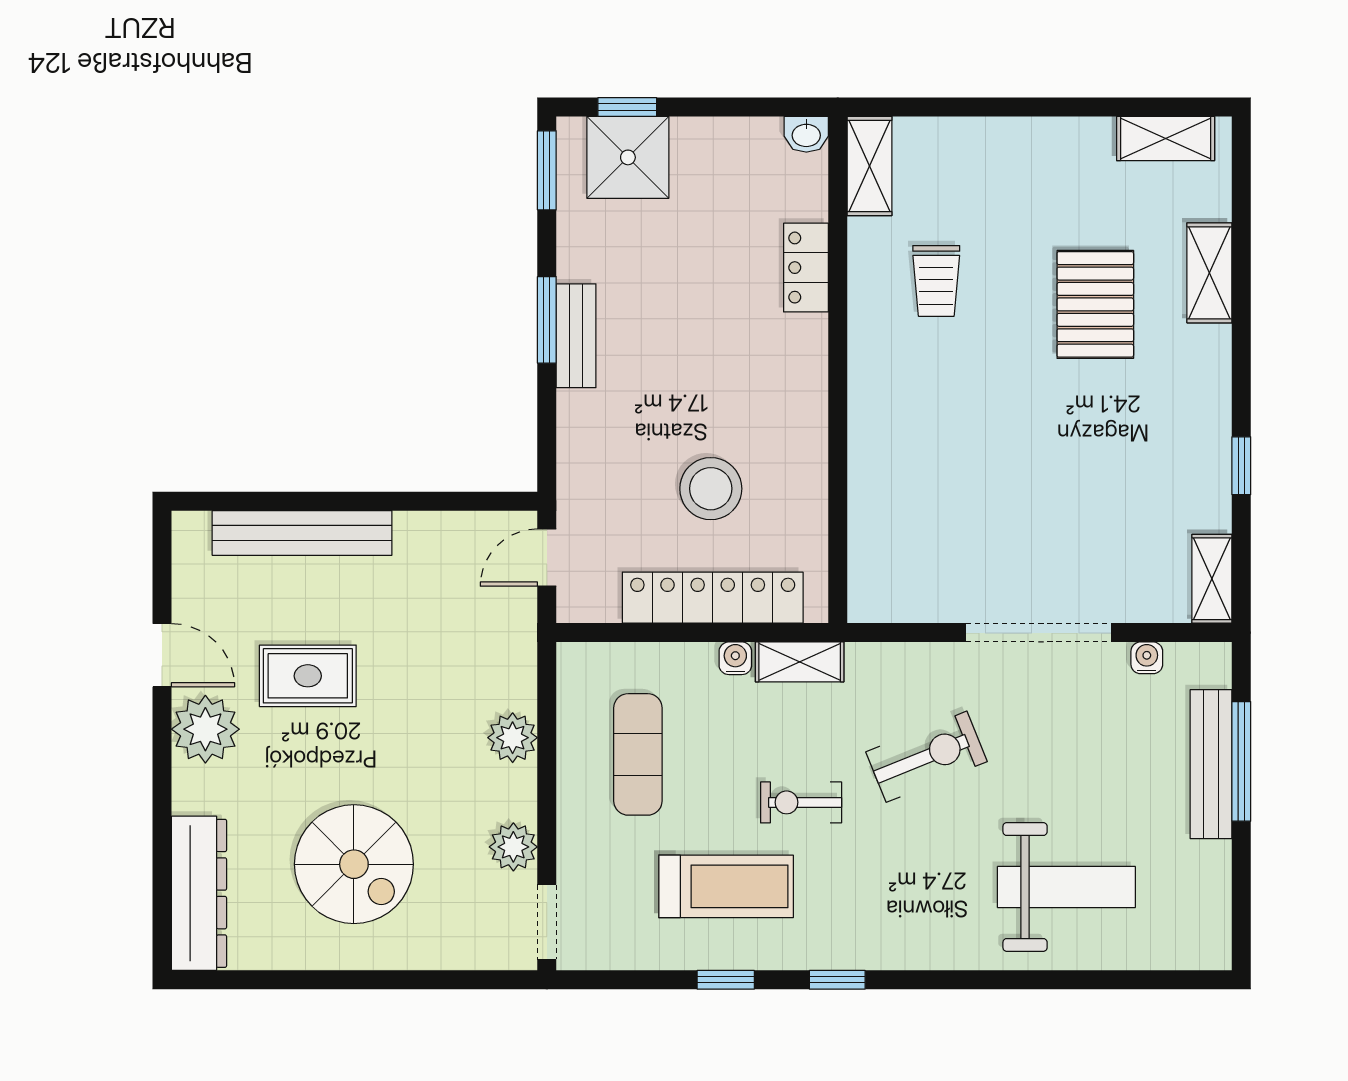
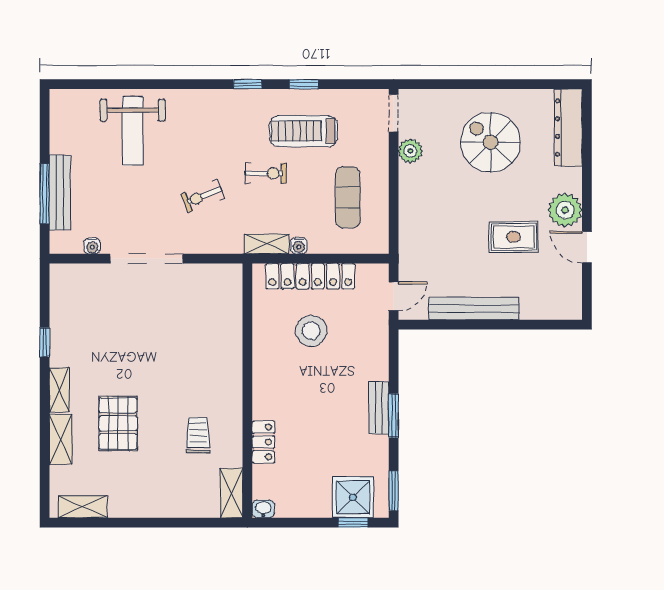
bench: (302, 533) -> (474, 309), moved
shelving: (1212, 579) -> (59, 390), moved
plant: (513, 738) -> (411, 206), removed
exercise bike: (927, 757) -> (203, 196), width x0.73, depth x0.72
weight bench: (1066, 887) -> (133, 131), turned -90

